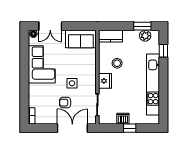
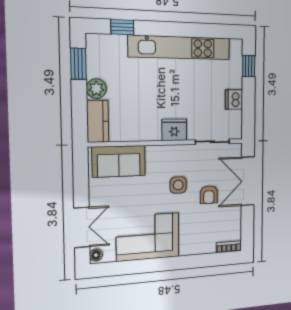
plant: (145, 36) -> (96, 89), moved
sofa: (81, 39) -> (119, 161), moved, turned 90
stool: (117, 63) -> (145, 109), removed
window: (130, 128) -> (249, 66), moved

